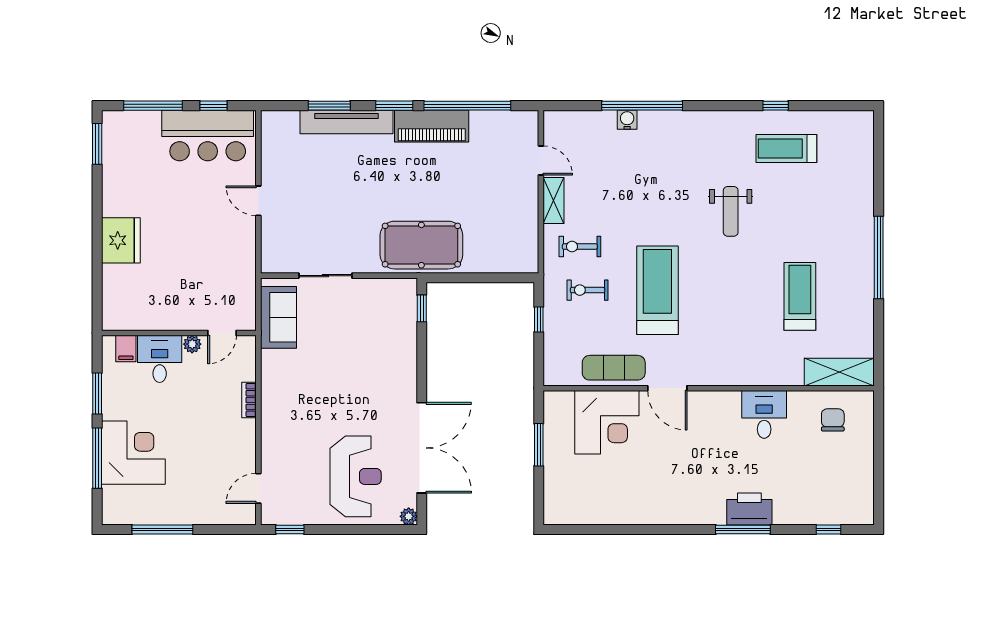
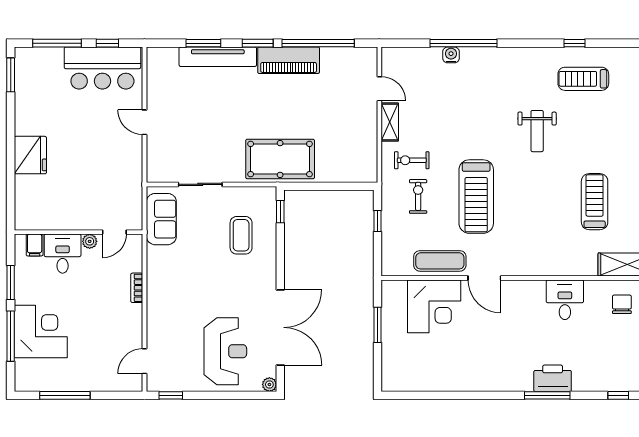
exercise bike: (588, 290) -> (418, 196), turned 90
treadmill: (657, 290) -> (476, 197), turned 180
coffee table: (374, 337) -> (241, 235), added

